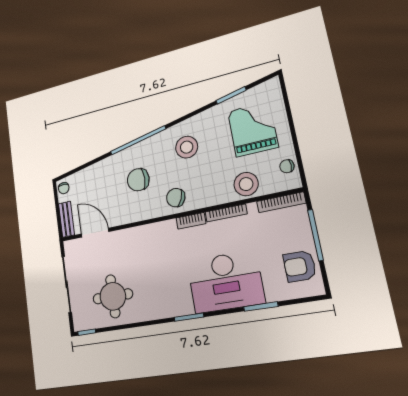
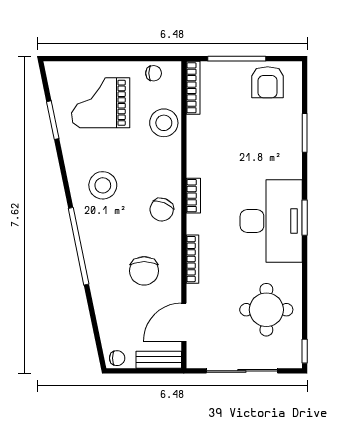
chair: (287, 166) -> (154, 73), turned -90
chair: (138, 180) -> (144, 271), moved
bookcase: (226, 213) -> (193, 259), moved
desk: (225, 282) -> (271, 221), moved

